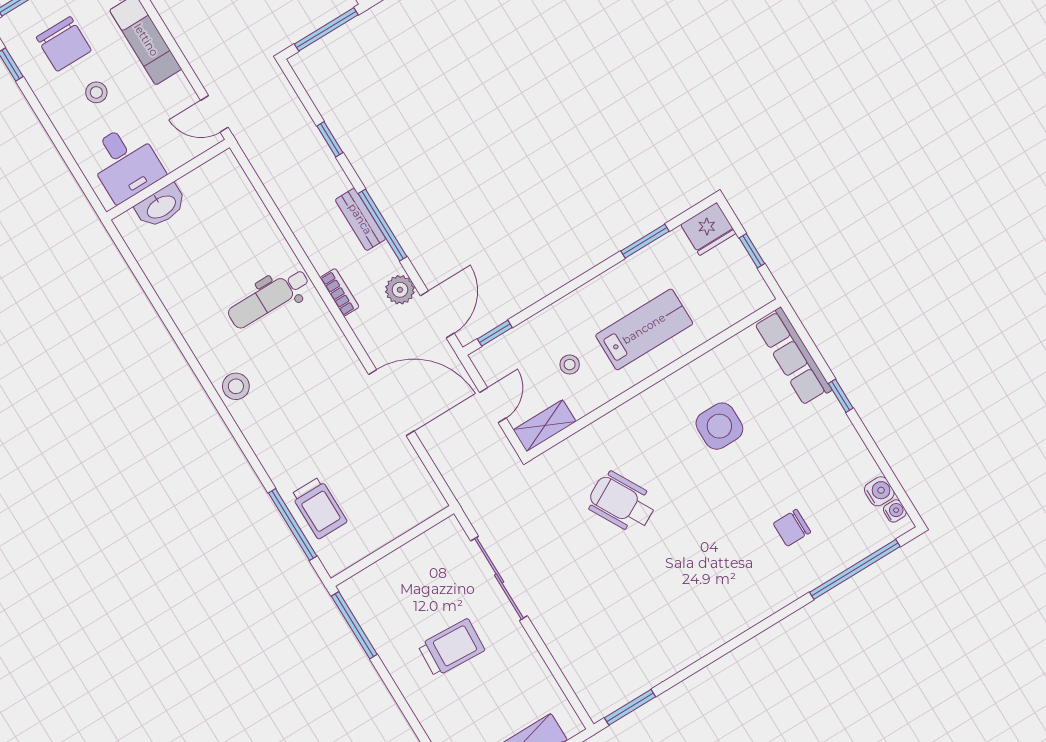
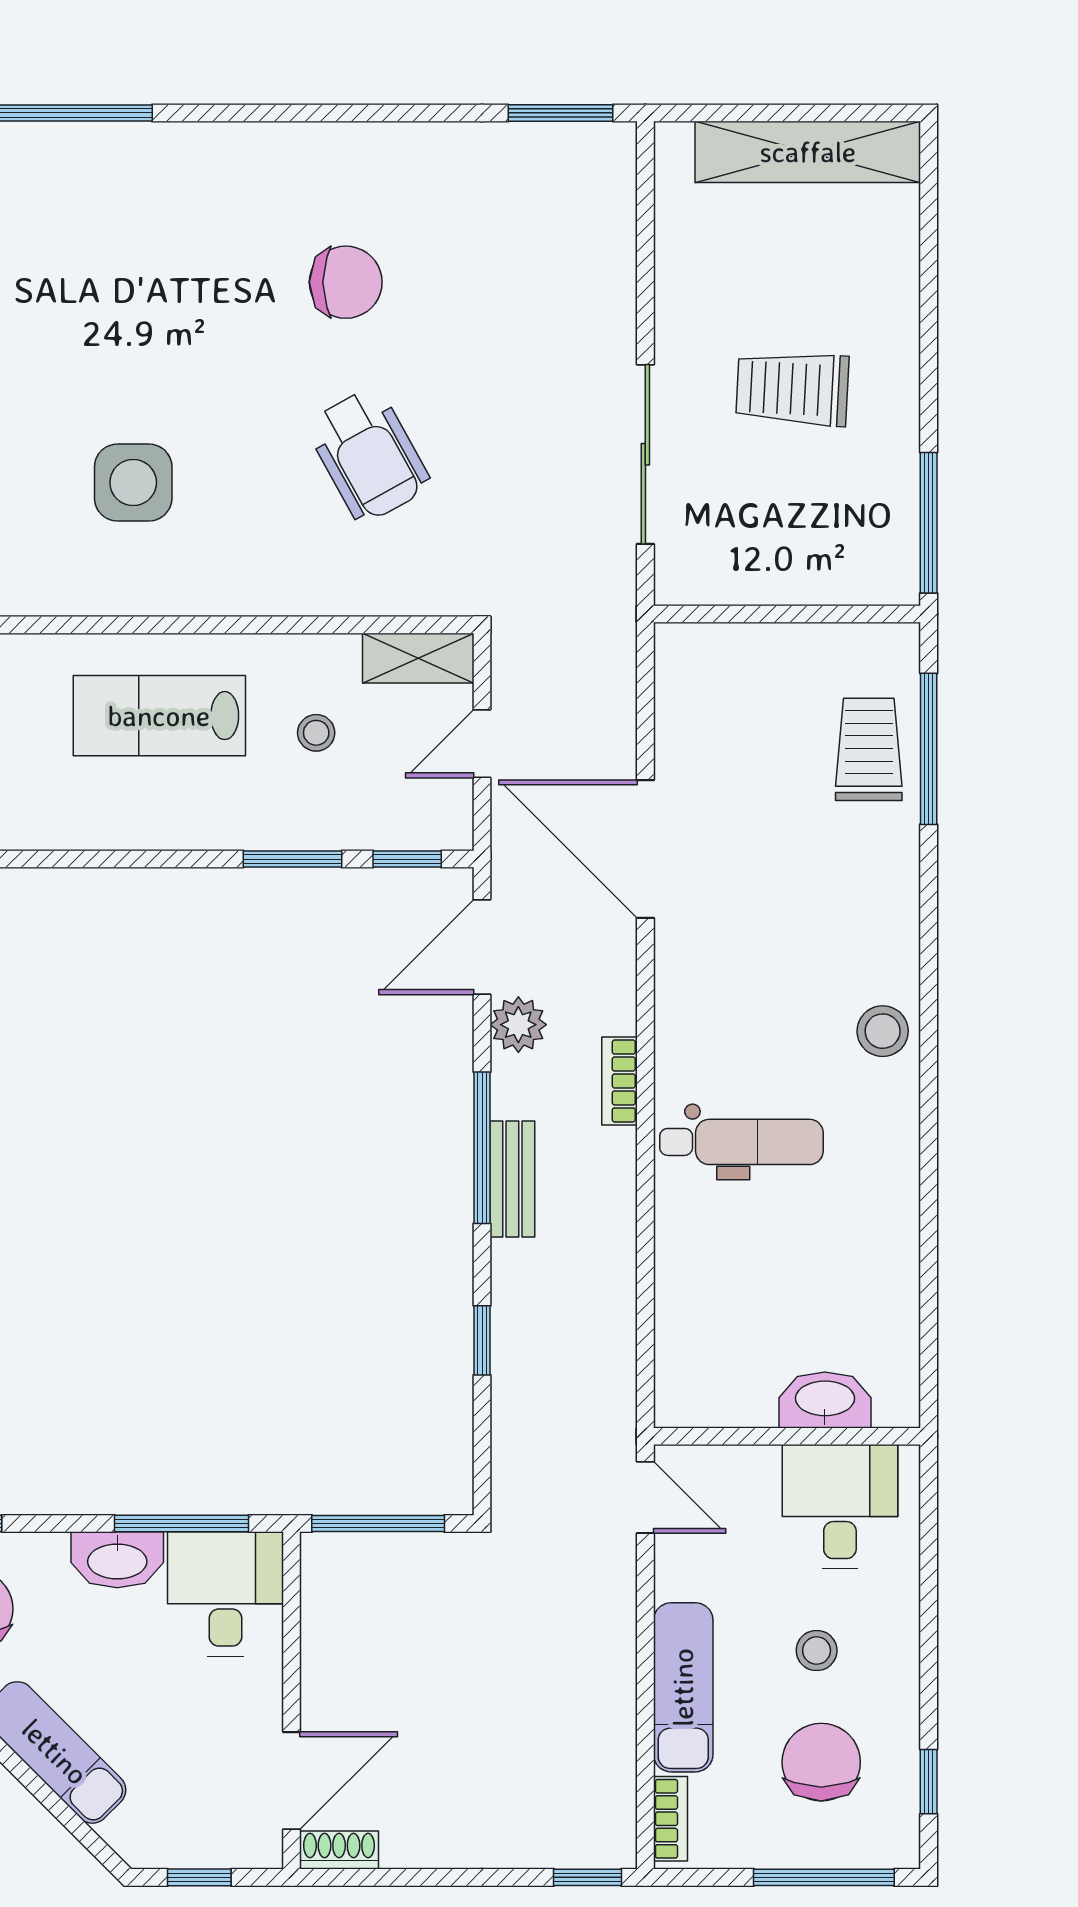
window: (645, 241) -> (293, 859), moved
chair: (792, 528) -> (346, 282), moved, width x1.37, depth x1.37

